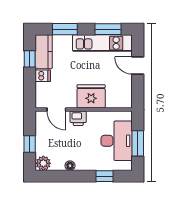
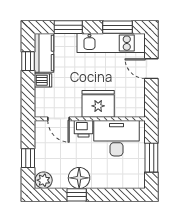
desk: (117, 141) -> (117, 138), moved, turned -90
floor lamp: (70, 166) -> (79, 178), width x1.89, depth x1.89
window: (104, 176) -> (77, 195), moved

